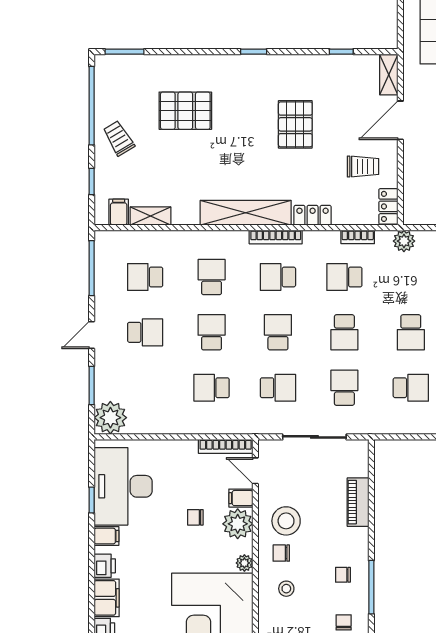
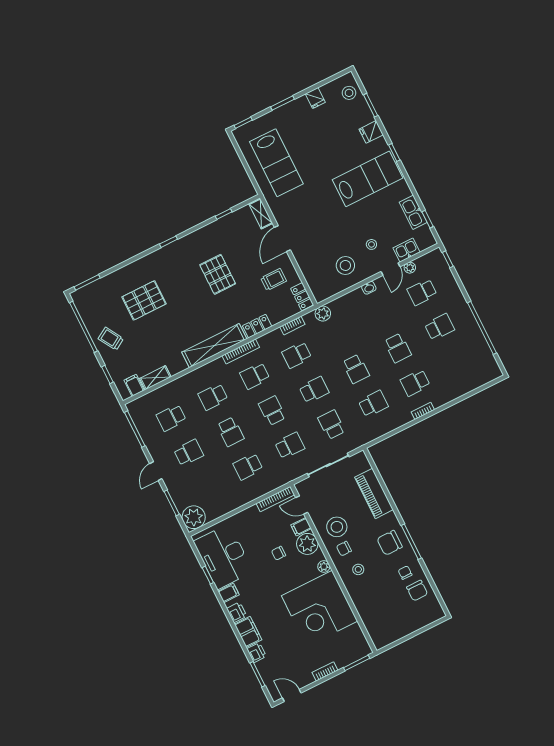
school desk: (212, 277) -> (213, 397), turned -90
school desk: (212, 332) -> (230, 432), turned 180
school desk: (344, 332) -> (314, 390), turned -90
piano: (358, 502) -> (374, 493), width x1.37, depth x1.33
chair: (343, 575) -> (390, 543), width x1.87, depth x1.87

